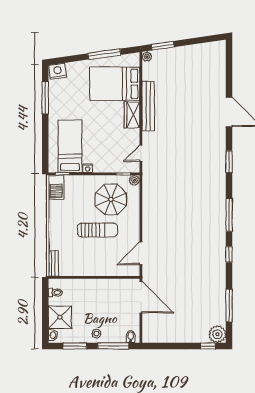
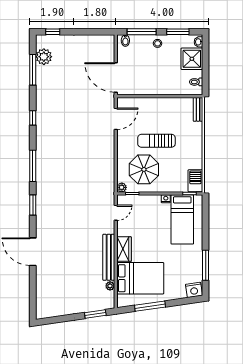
plant: (147, 57) -> (110, 286), moved
window: (229, 215) -> (33, 166), moved
plant: (217, 334) -> (44, 57), moved

